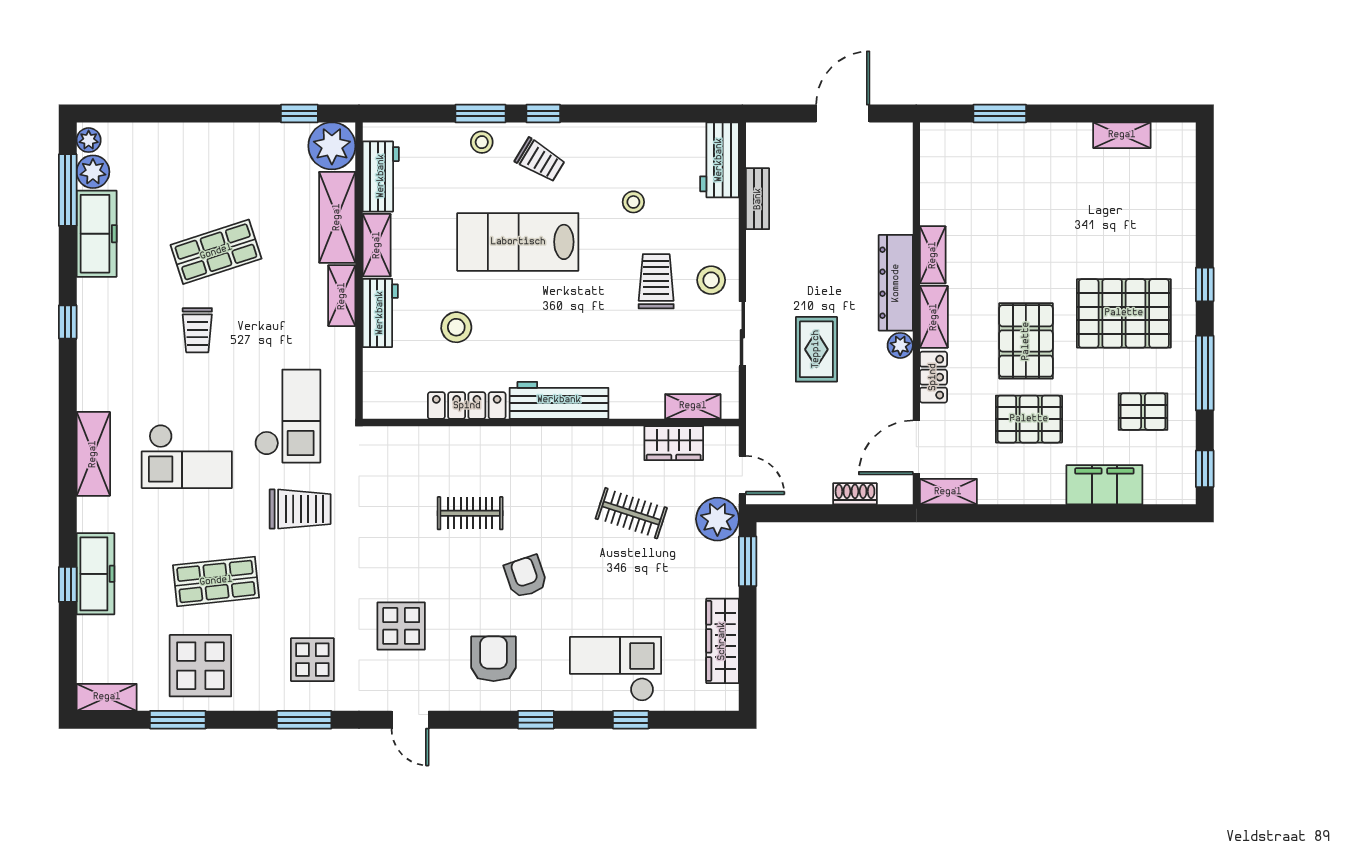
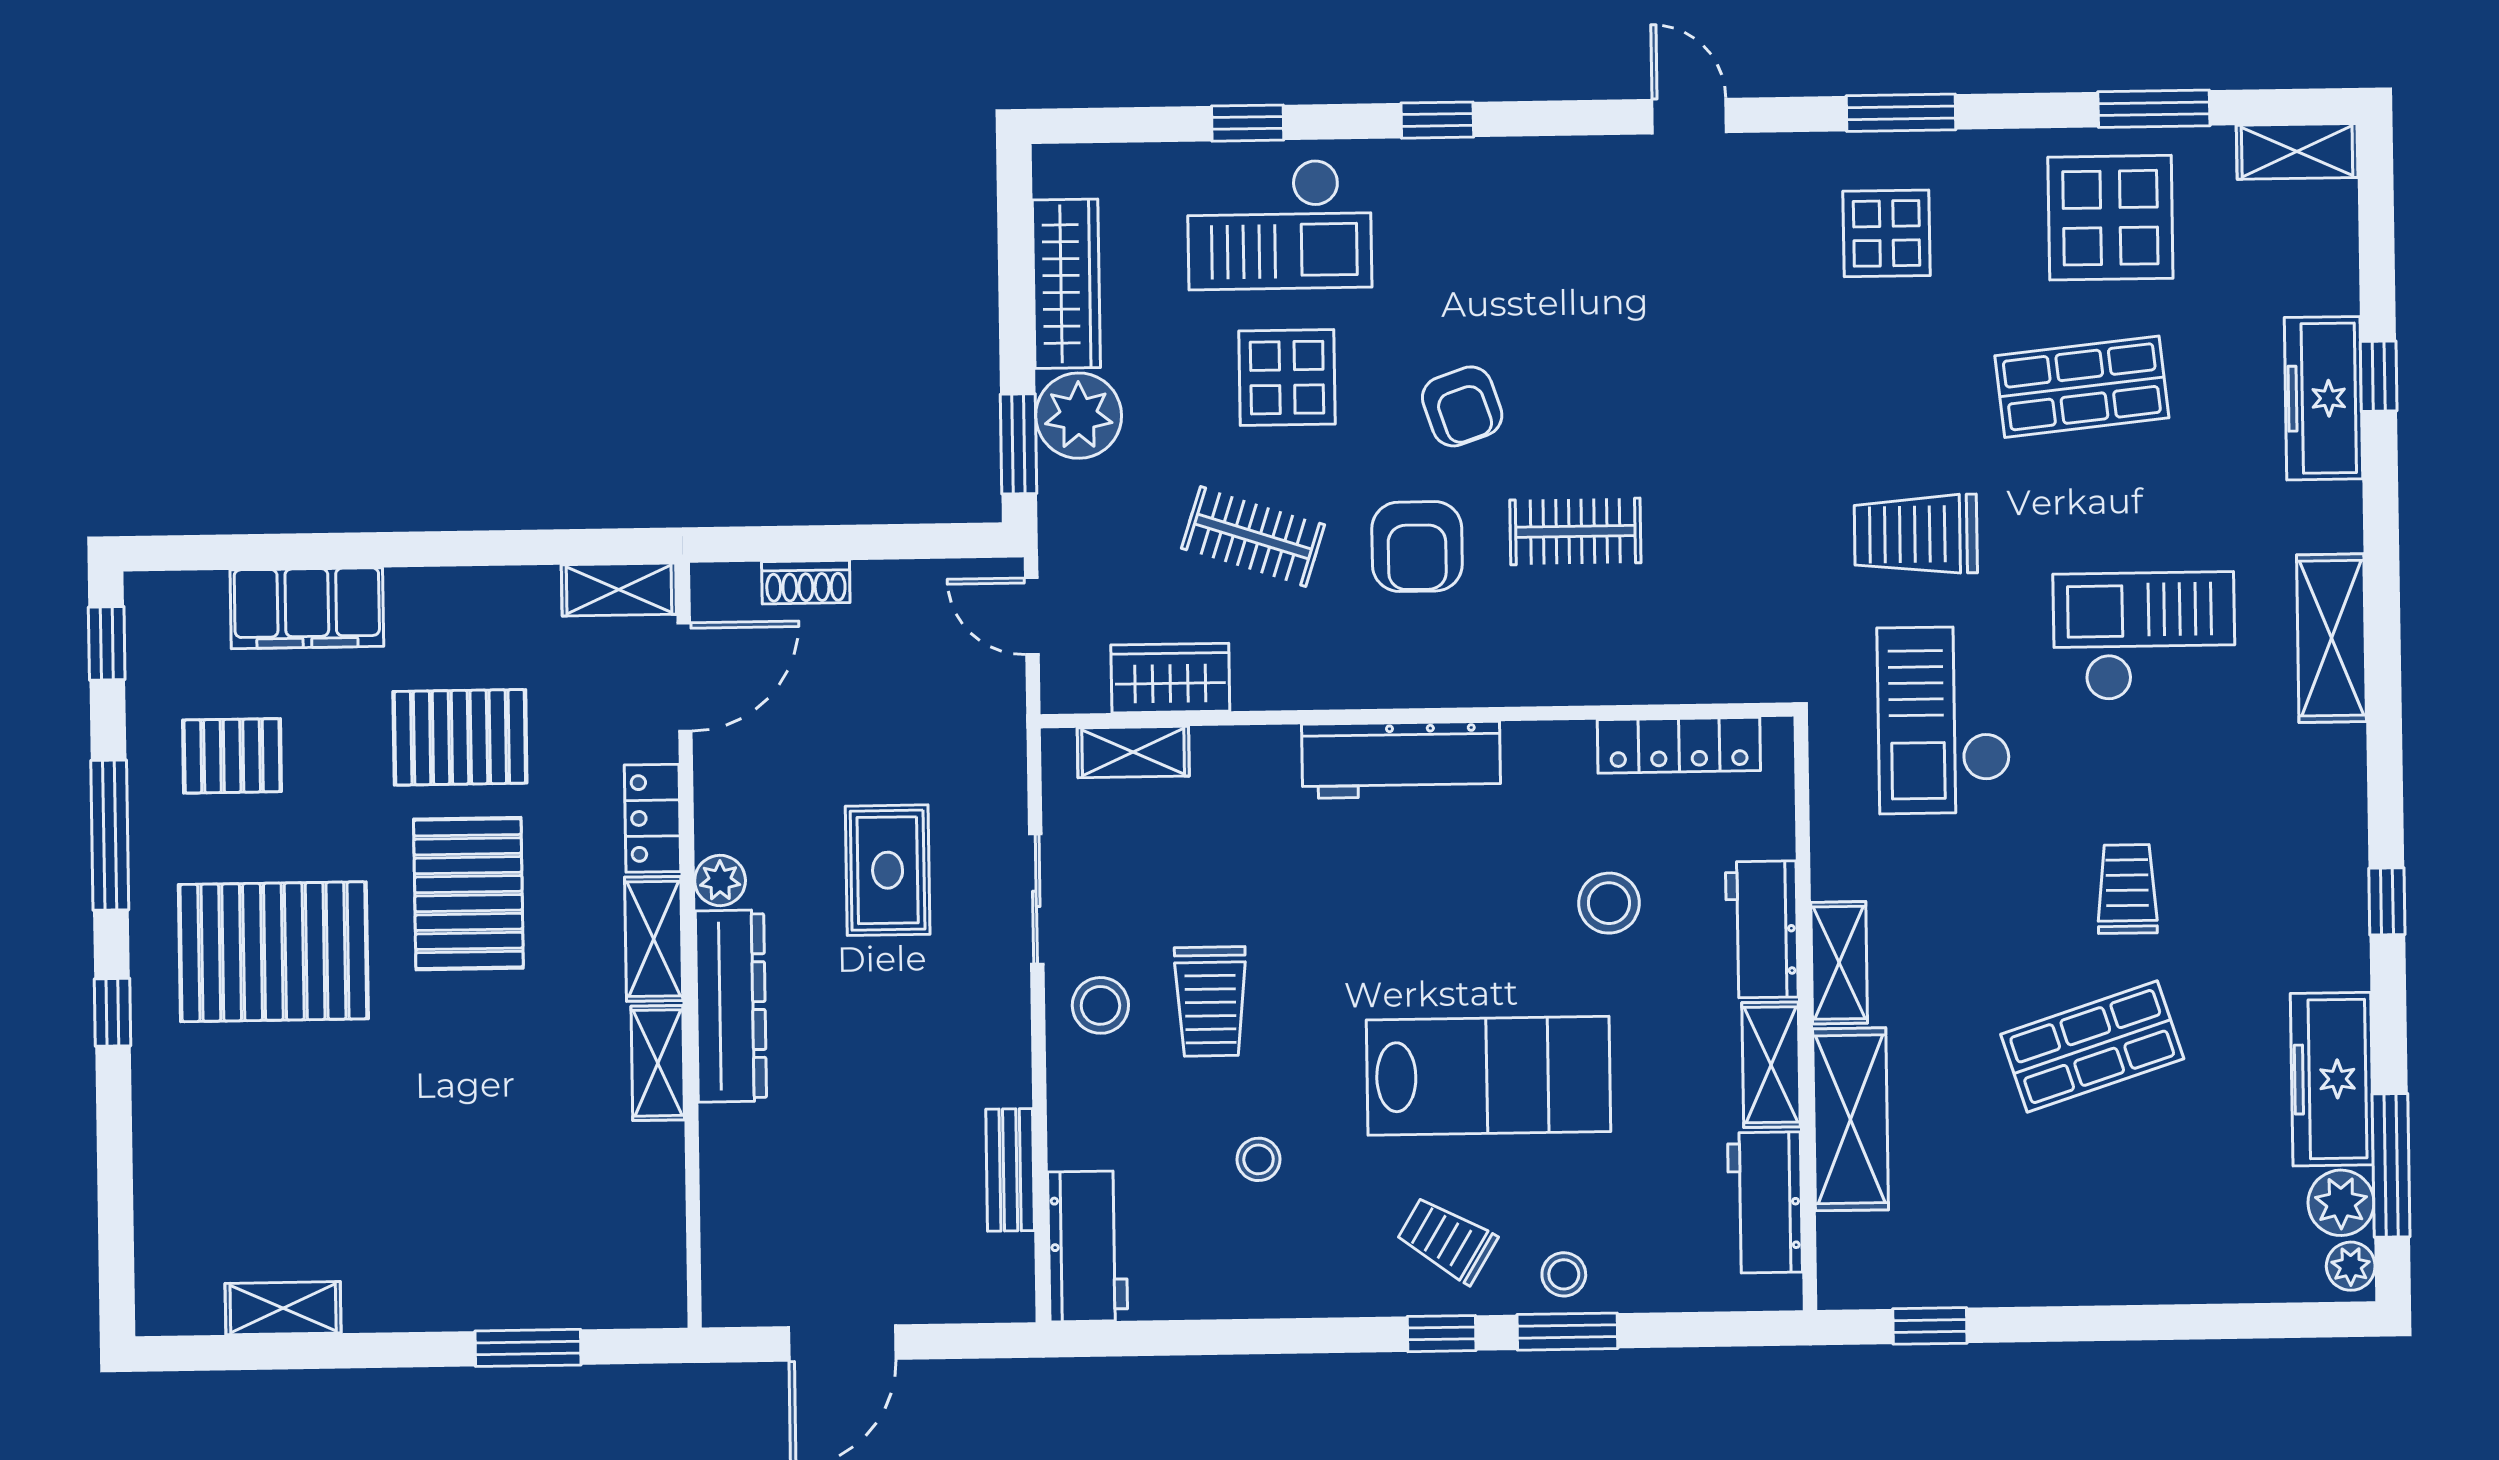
plant: (332, 146) -> (1864, 1262), removed
locker: (467, 406) -> (1679, 745), moved
plant: (717, 519) -> (1079, 416), moved
display table: (401, 626) -> (1287, 378), moved
armchair: (494, 659) -> (1417, 547), moved

